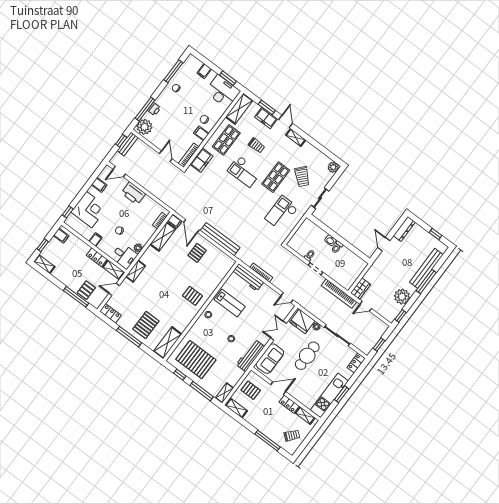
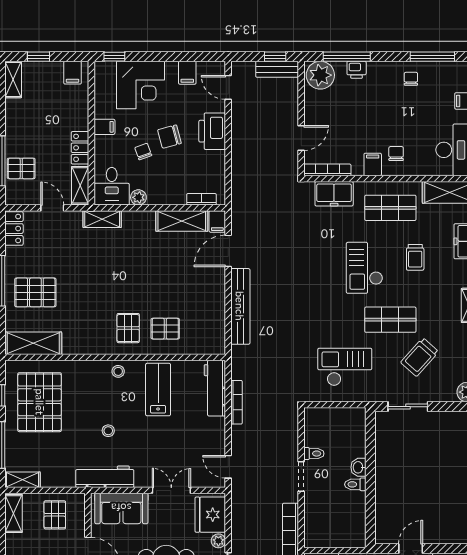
chair: (121, 214) -> (169, 137), added
pallet: (197, 253) -> (165, 329), moved
lab bench: (230, 303) -> (158, 390), turned 180

